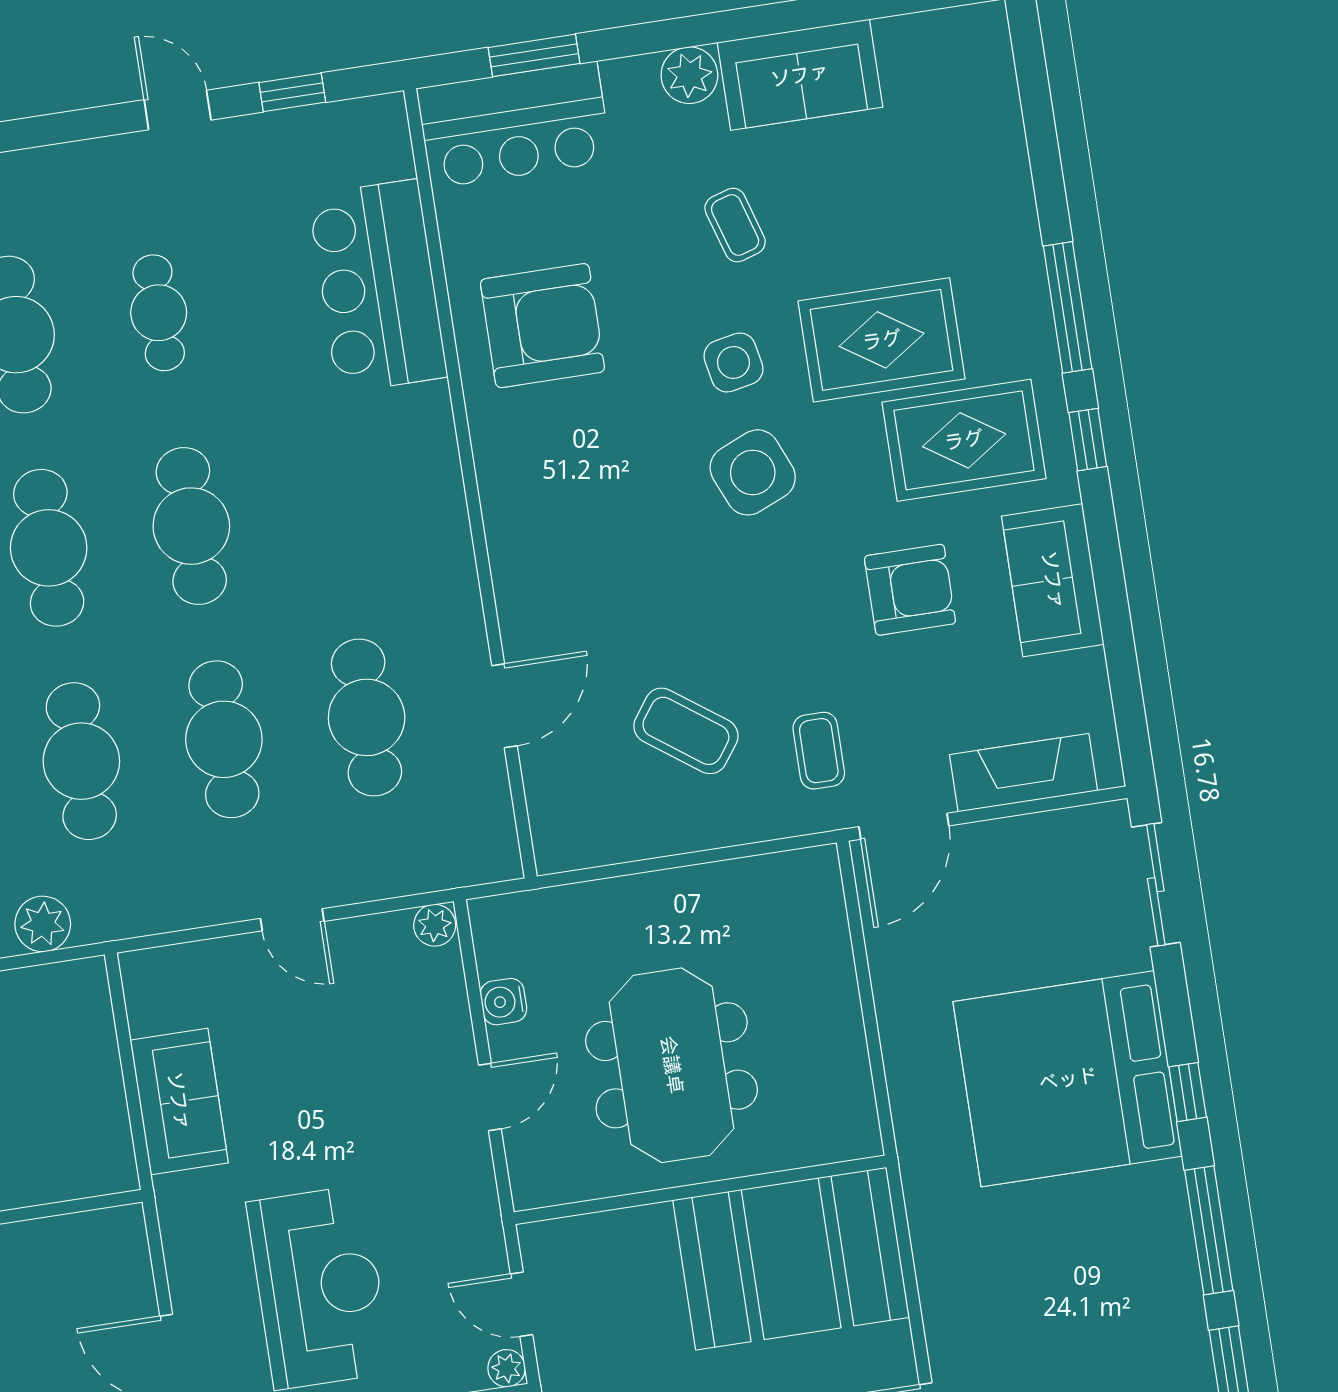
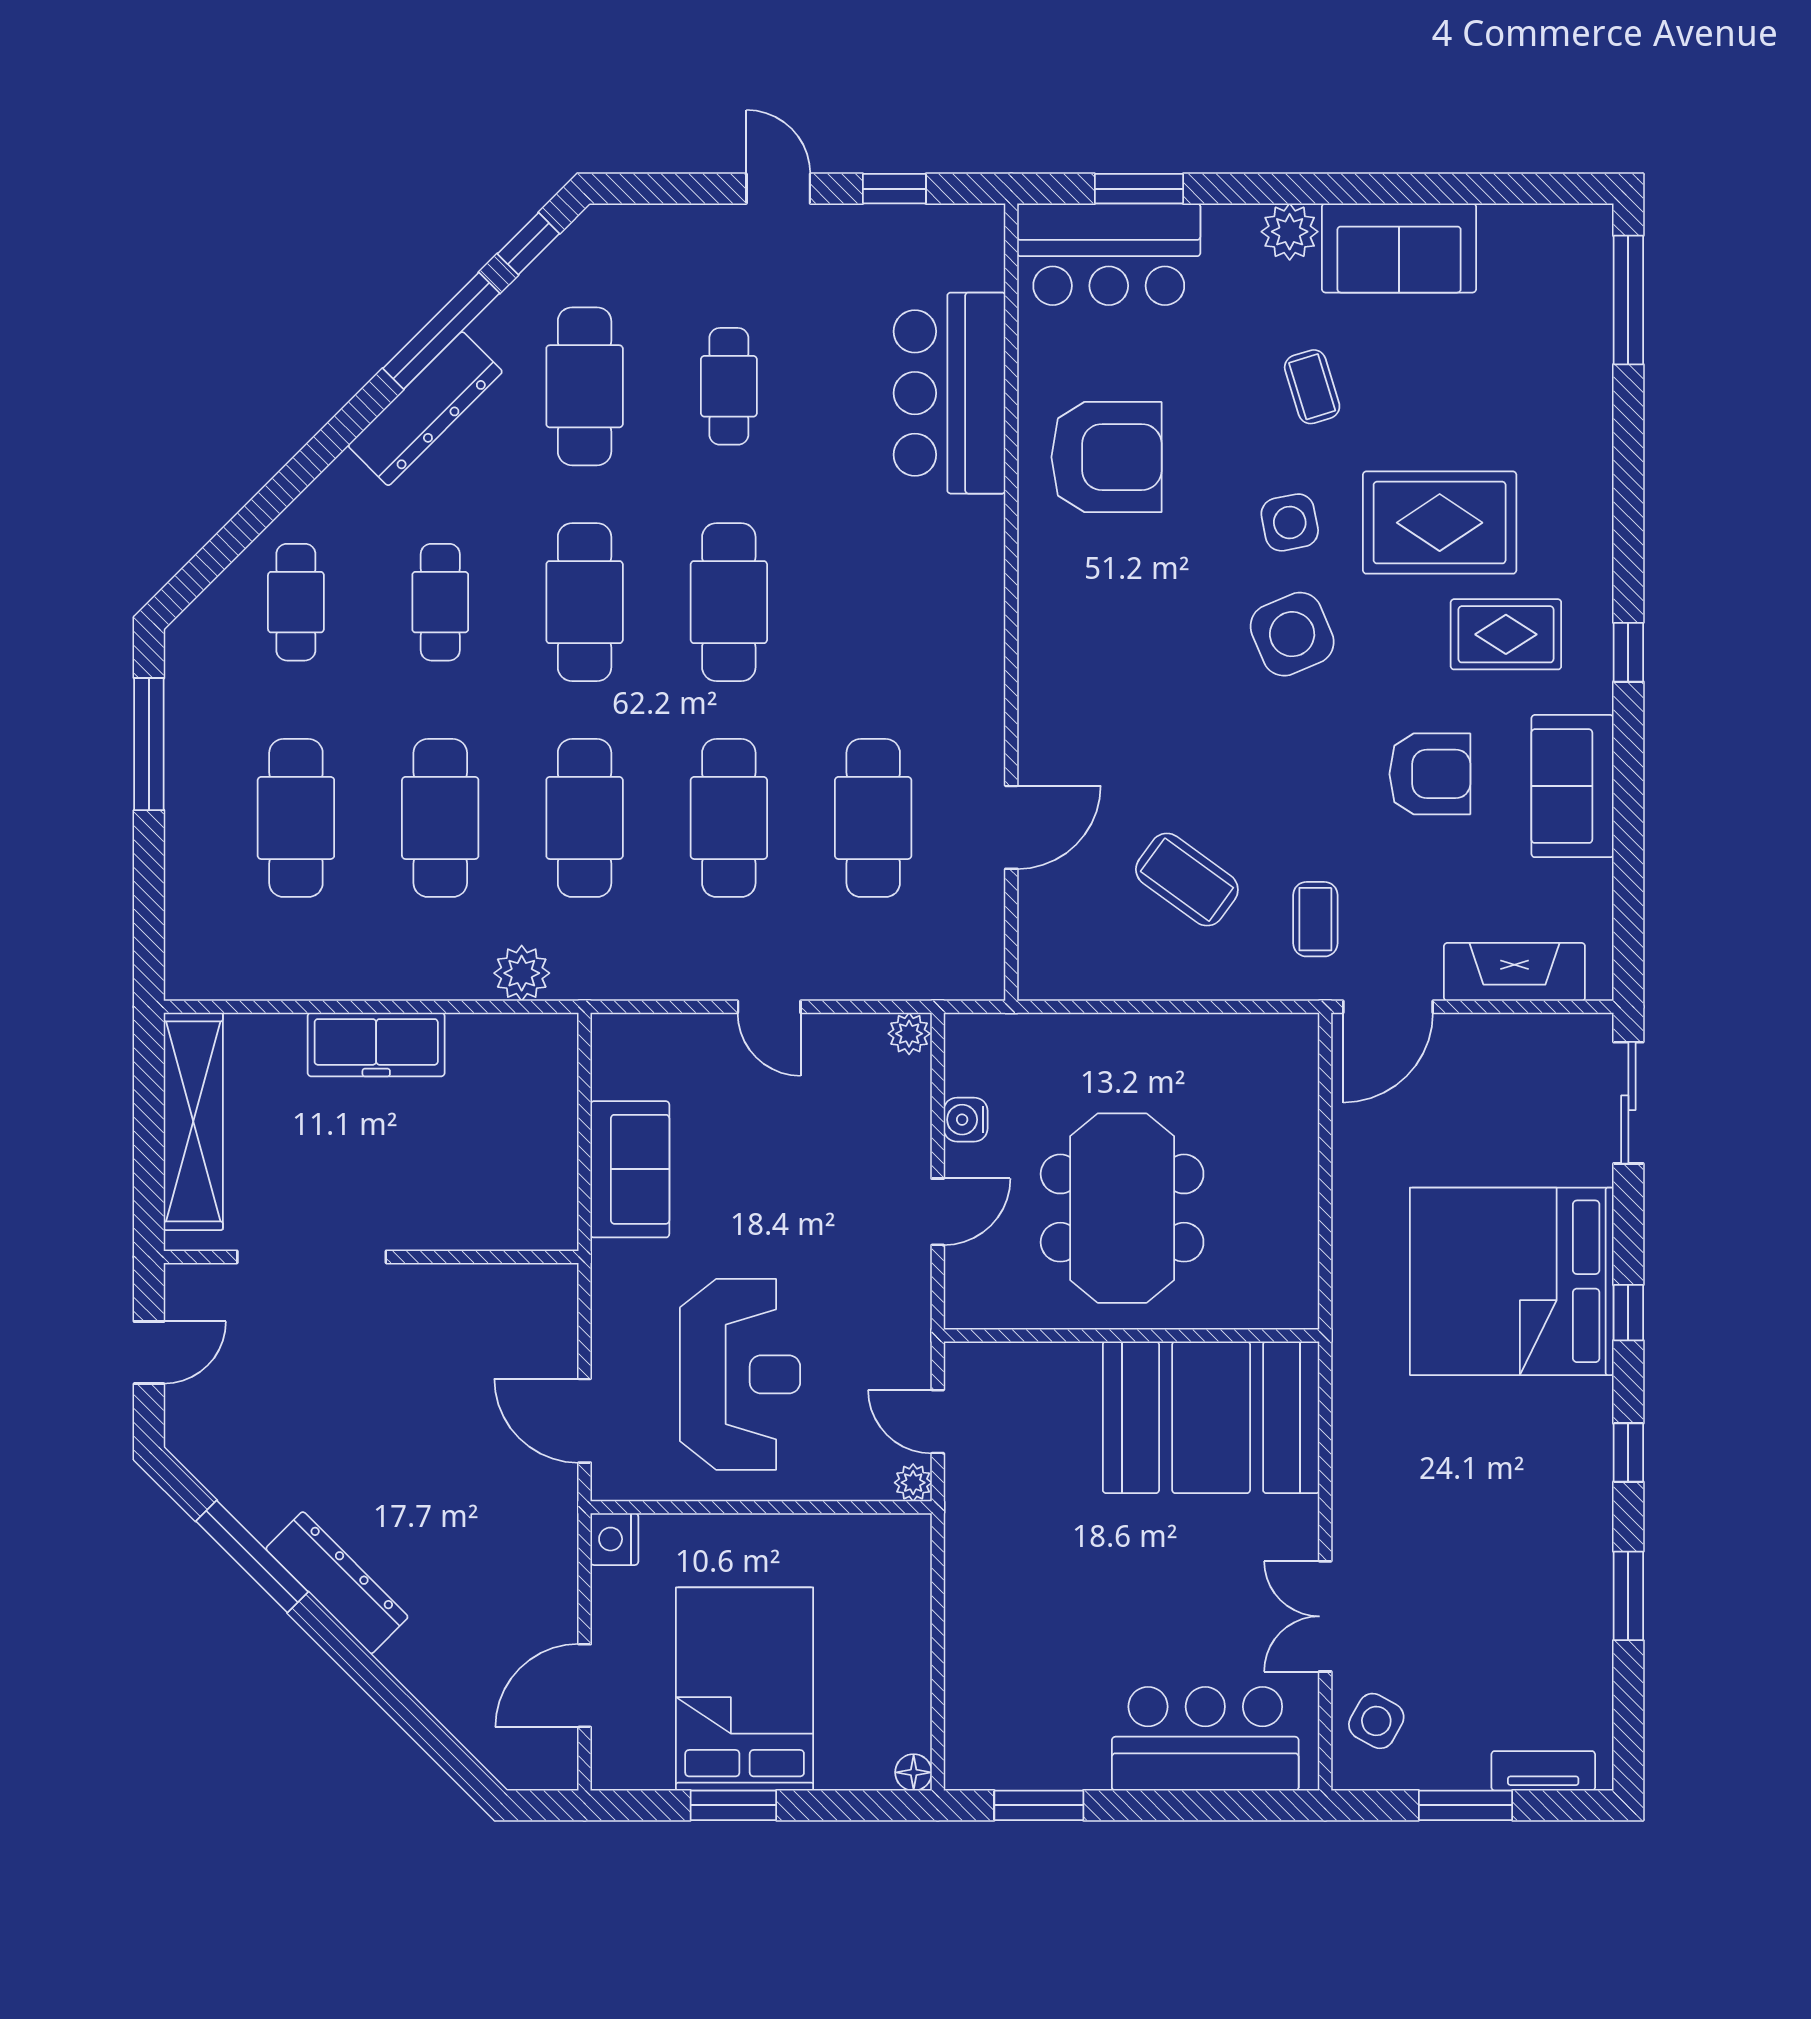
window: (1068, 307) -> (1628, 300), moved
rug: (964, 440) -> (1506, 634), width x0.73, depth x0.70
window: (1209, 1230) -> (1628, 1453), width x0.46

